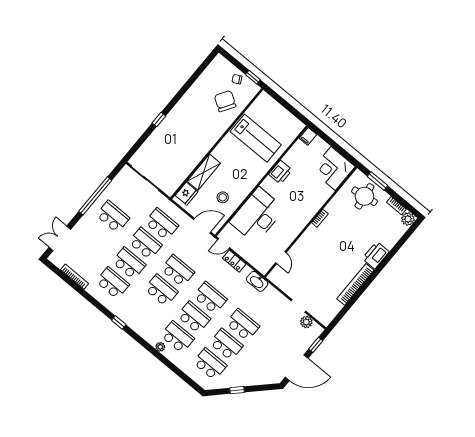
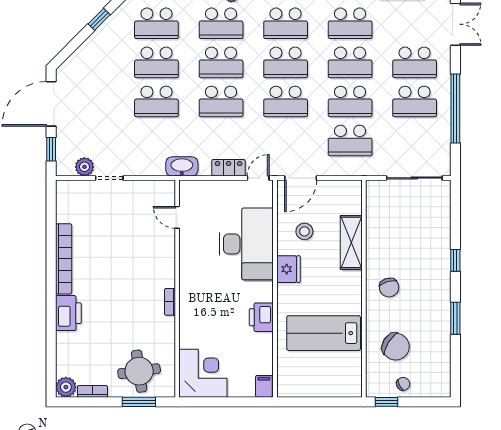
window: (183, 90) -> (455, 318), added
chair: (204, 134) -> (389, 288), added
fridge: (187, 194) -> (288, 269), moved, turned 180
school desk: (96, 236) -> (415, 62), added
school desk: (145, 310) -> (286, 23), added

